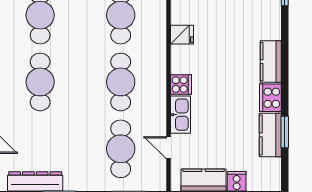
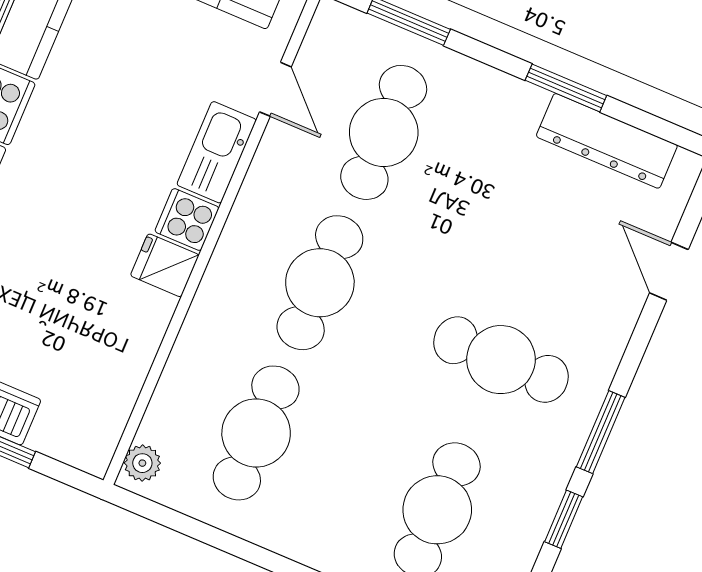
fridge: (182, 35) -> (165, 265), moved
cafe table: (40, 82) -> (501, 360), turned 90

